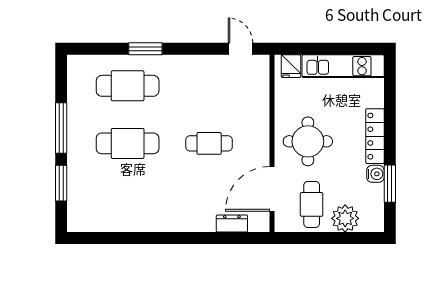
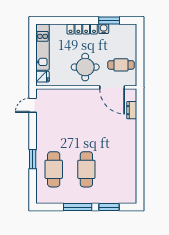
cafe table: (209, 143) -> (86, 123), removed
plant: (345, 218) -> (129, 46), removed

